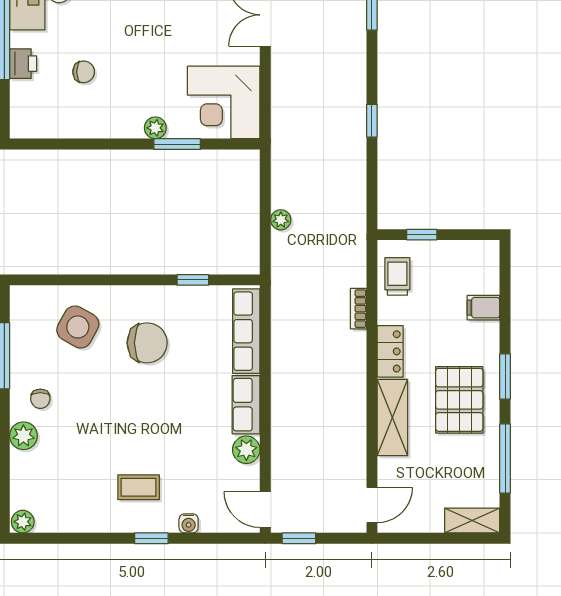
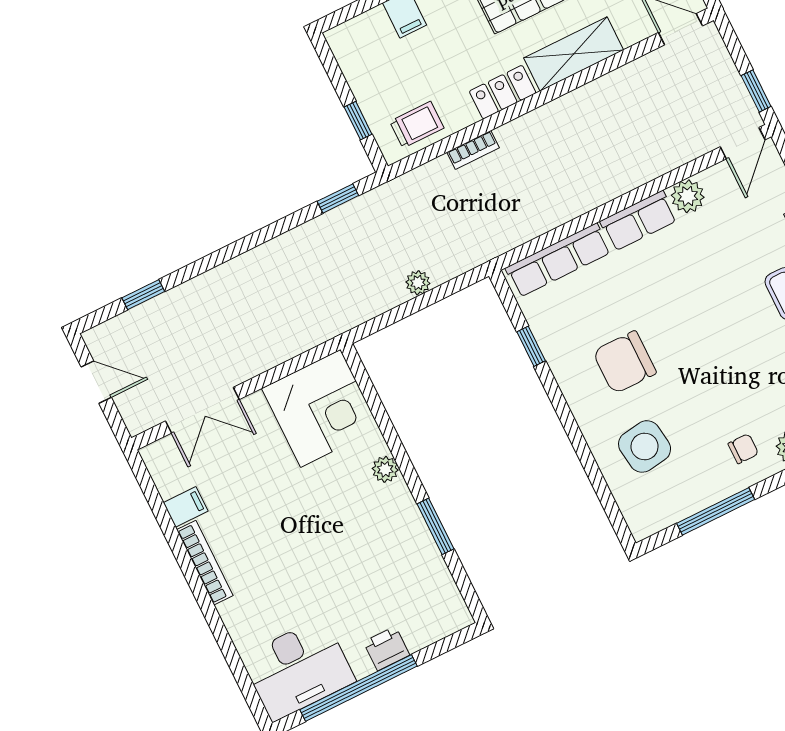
chair: (84, 72) -> (363, 578), removed
window: (372, 121) -> (338, 198), moved
window: (177, 144) -> (435, 526), moved
trolley: (397, 276) -> (417, 125), turned 180
side table: (78, 327) -> (645, 446), turned -37
chair: (147, 343) -> (625, 362), turned -90

